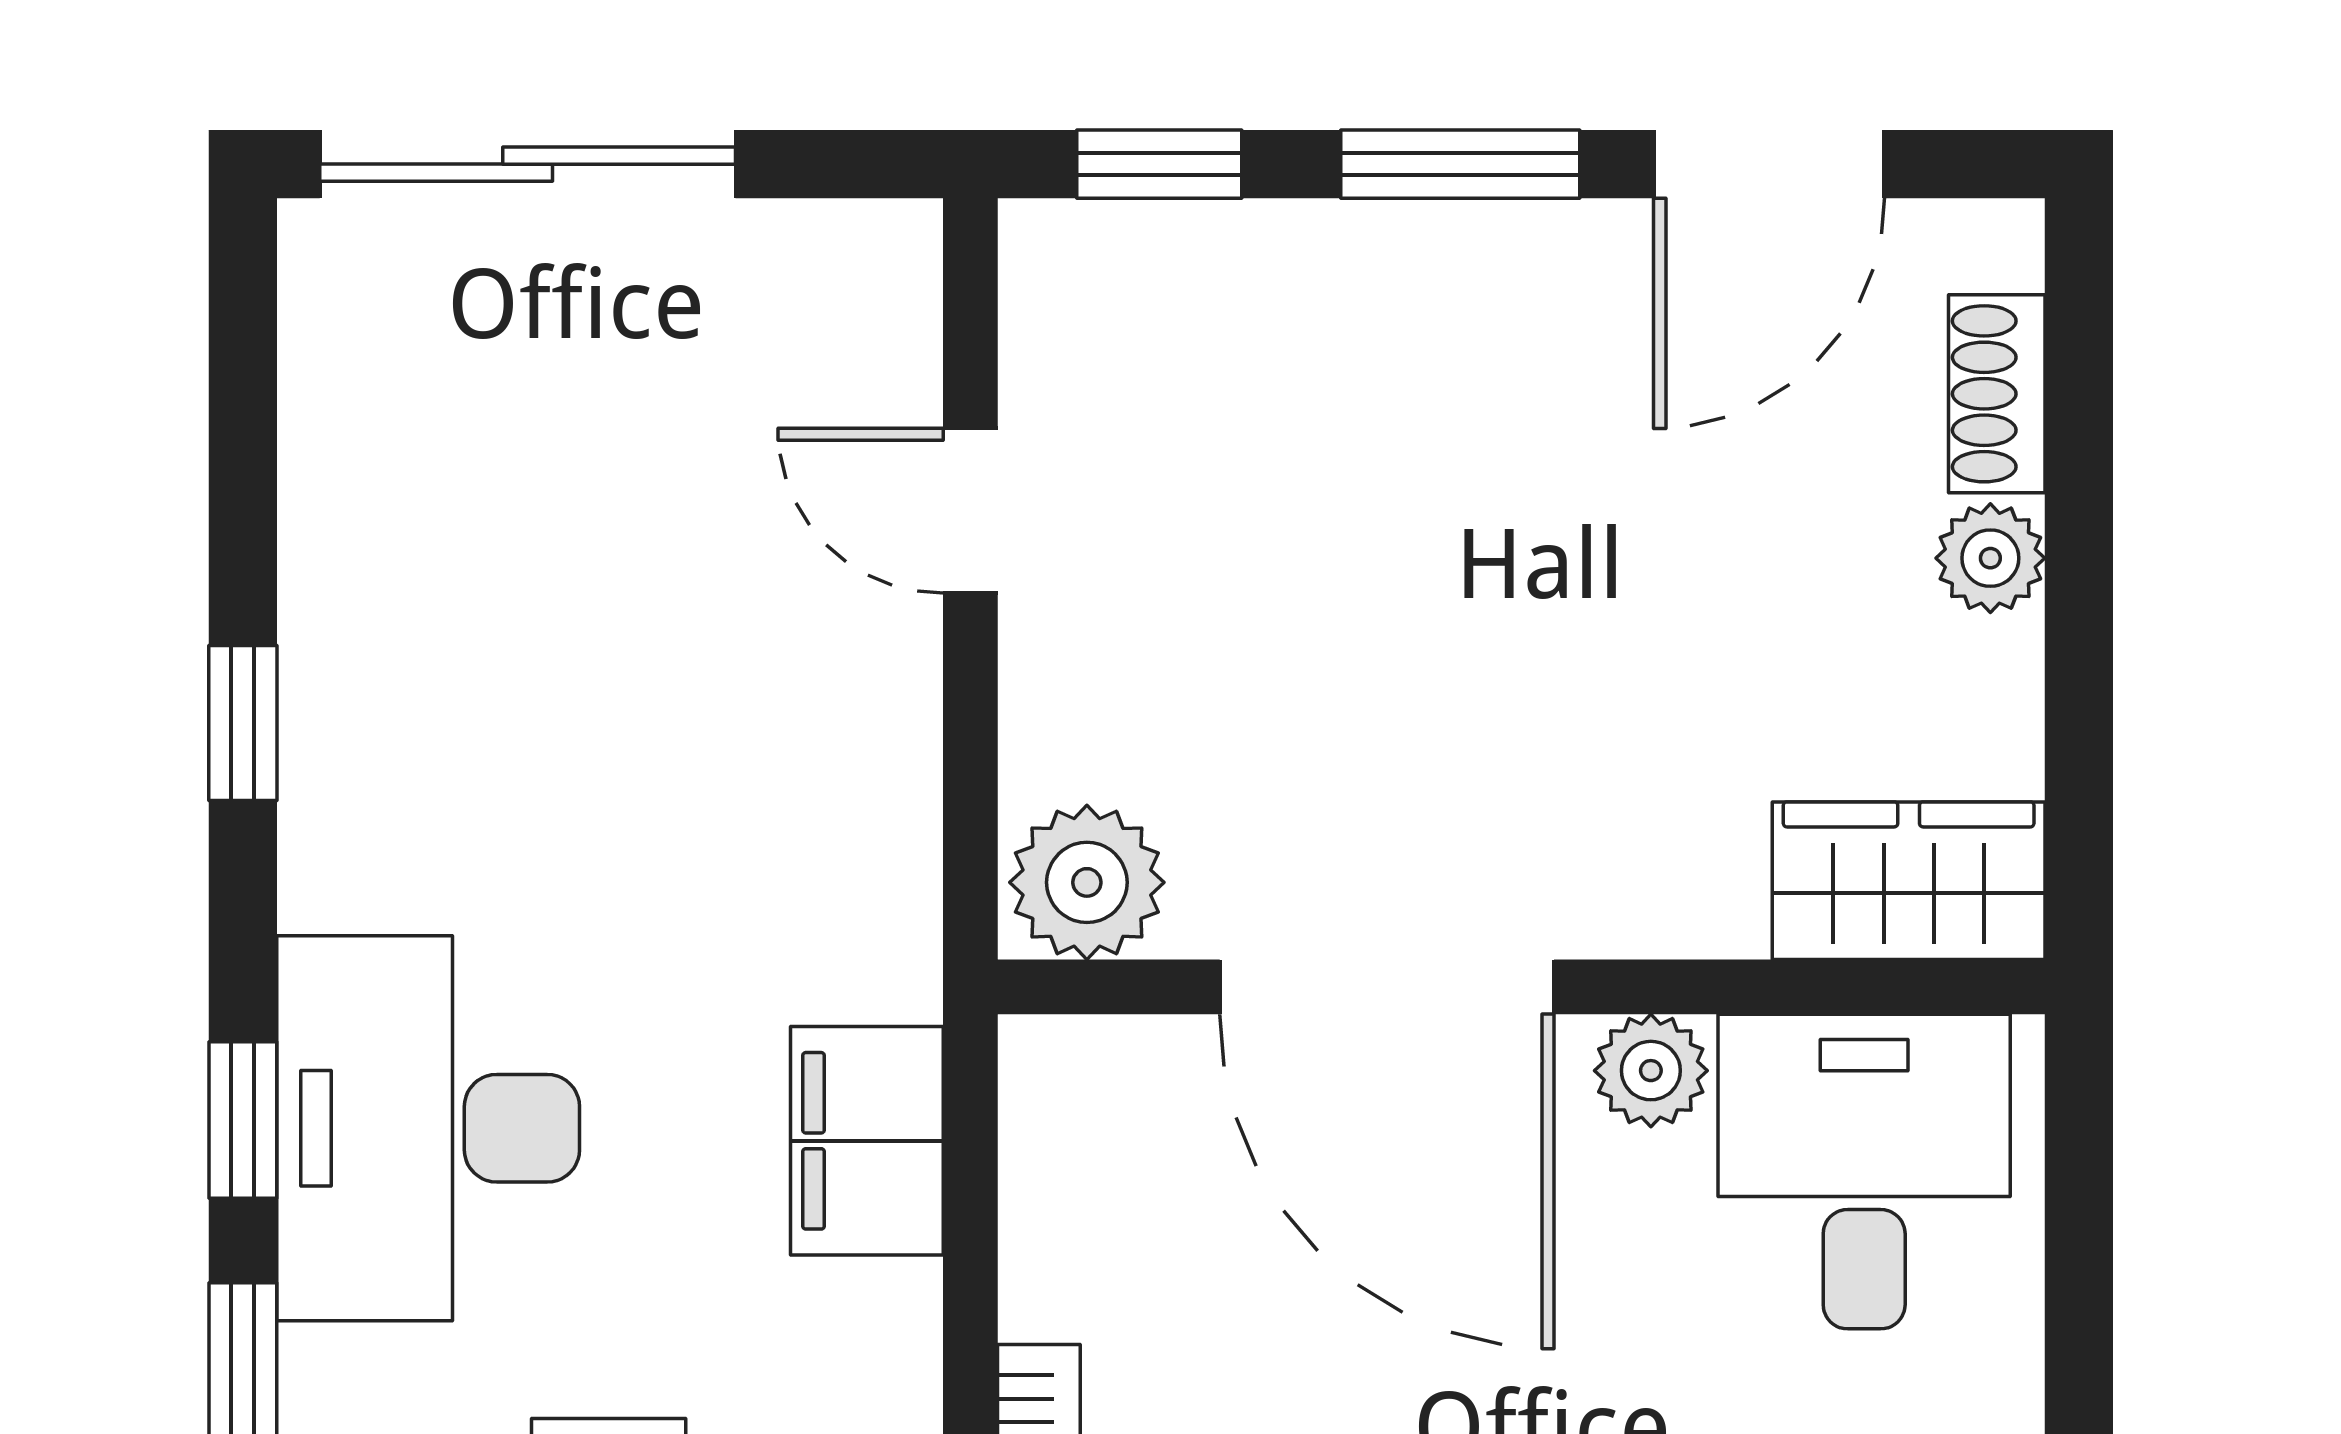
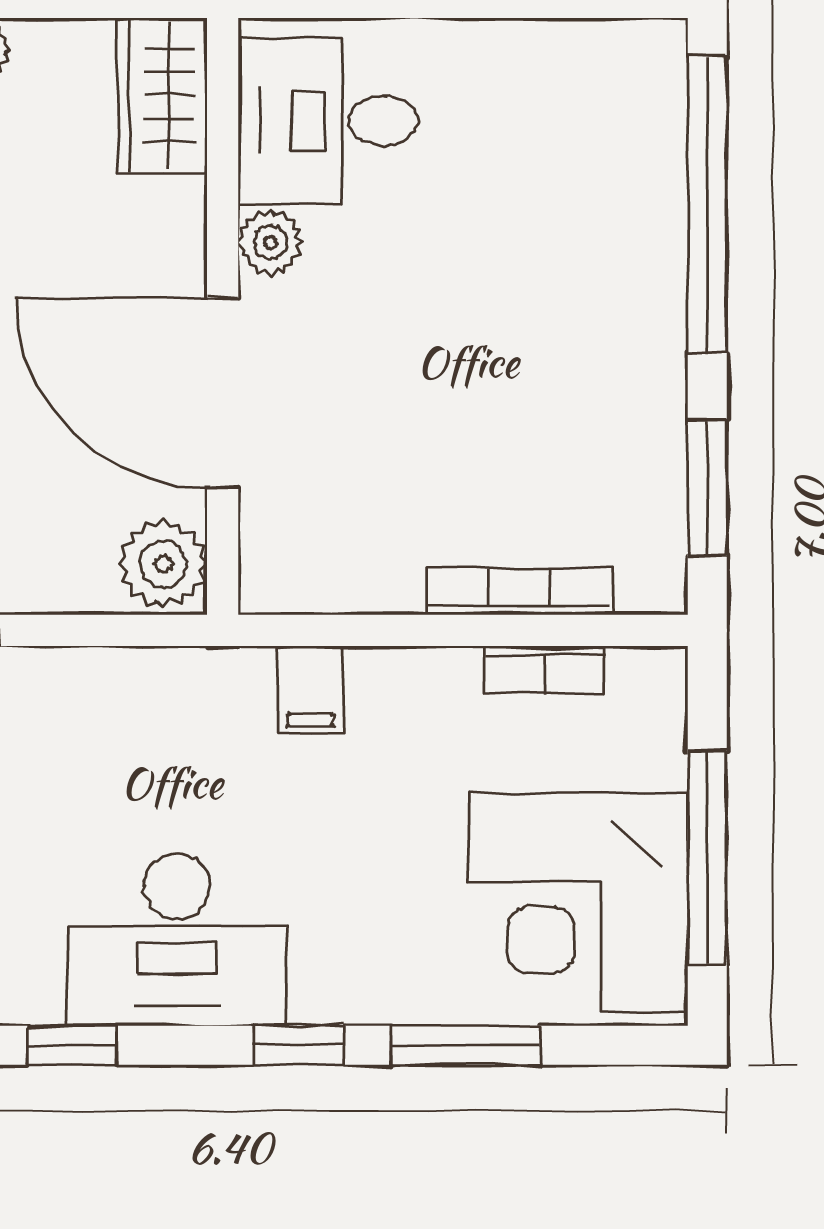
door: (1387, 987) -> (223, 393), swing flipped
desk: (428, 1128) -> (177, 940), moved
filing cabinet: (867, 1141) -> (310, 689), width x0.50

